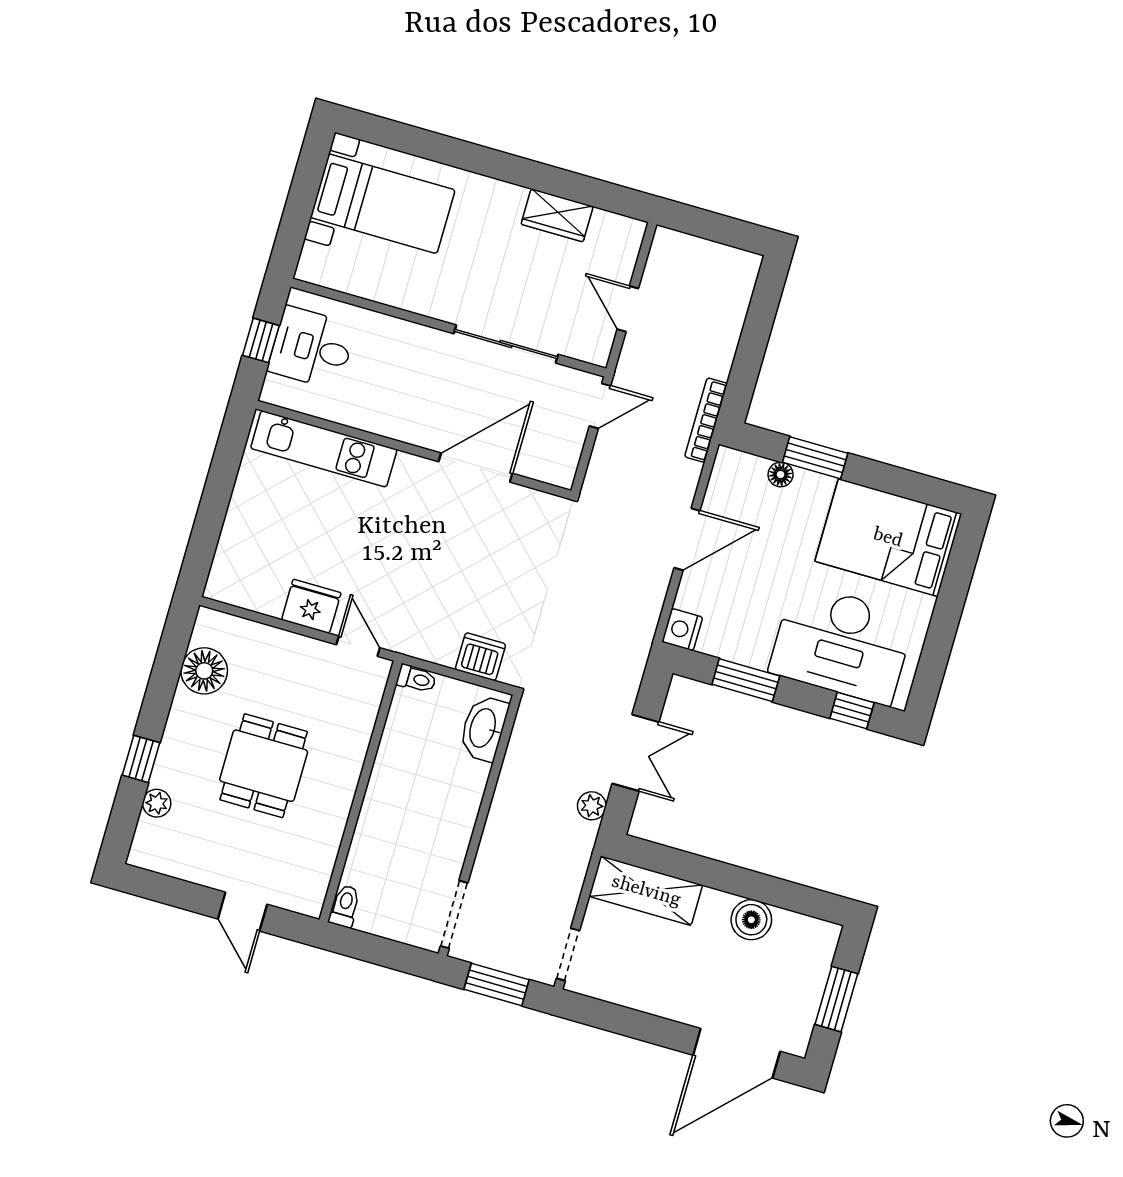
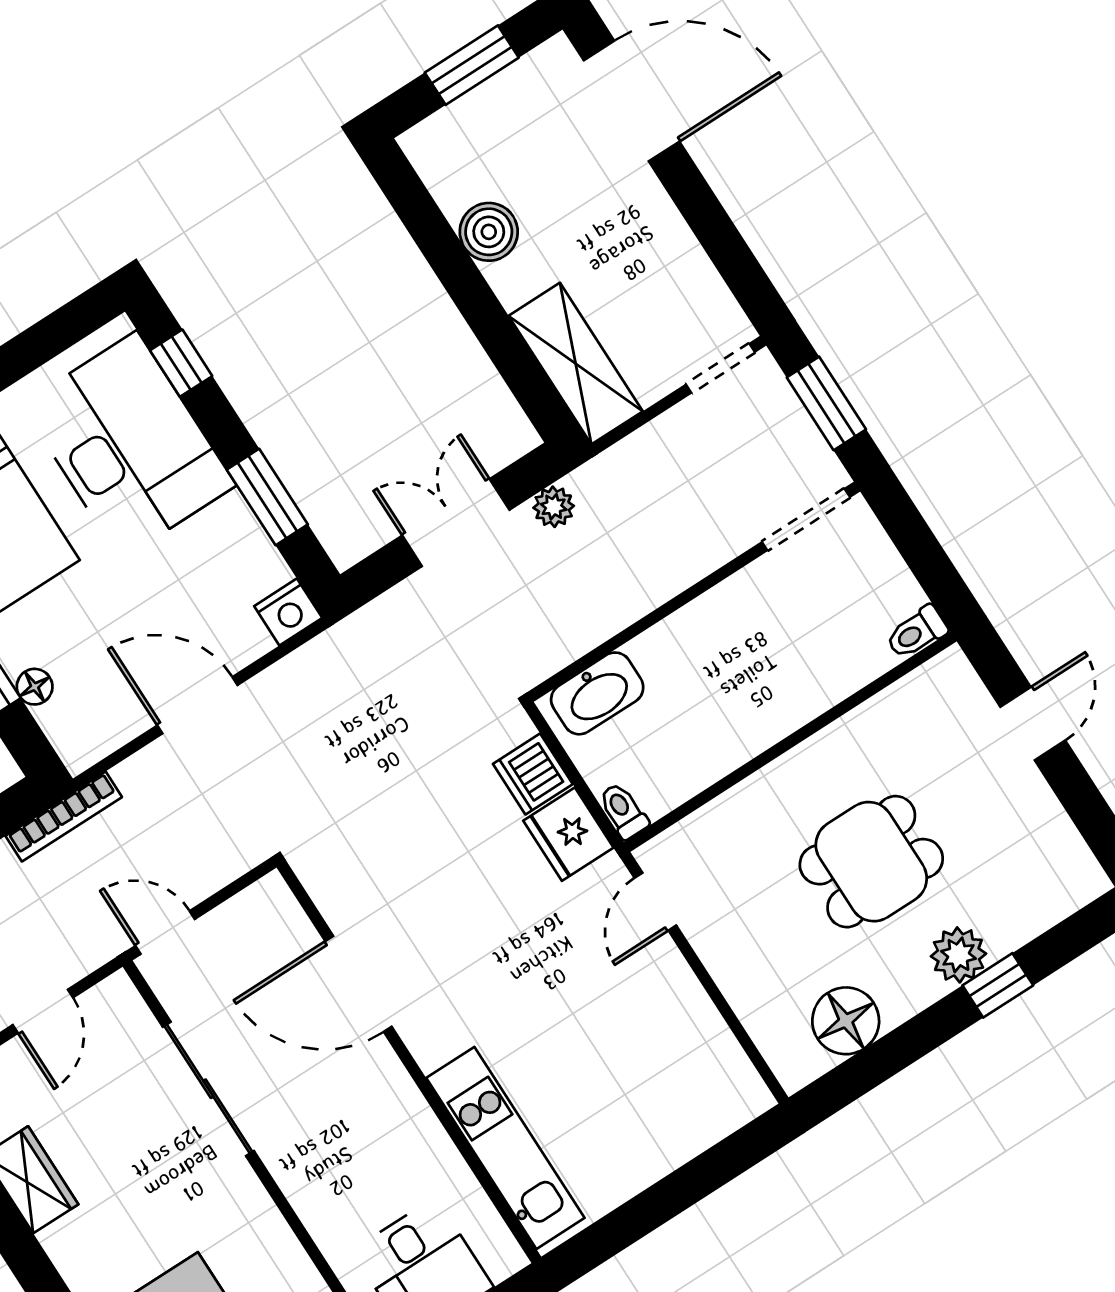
fridge: (311, 606) -> (568, 834), moved
plant: (157, 803) -> (958, 955), moved, width x1.38, depth x1.38

